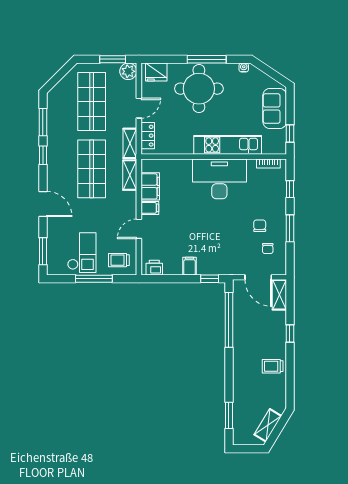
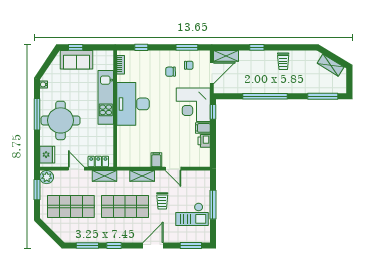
window: (290, 134) -> (76, 47), moved
shelving: (130, 175) -> (142, 176), moved
filing cabinet: (150, 186) -> (139, 159), removed
window: (290, 228) -> (187, 47), moved
checkout: (82, 253) -> (192, 214), turned 180
corner desk: (218, 254) -> (193, 105), added
trolley: (119, 260) -> (162, 201), moved
printer: (154, 268) -> (204, 141), moved
window: (229, 320) -> (265, 96), moved
window: (229, 415) -> (323, 96), width x1.44

